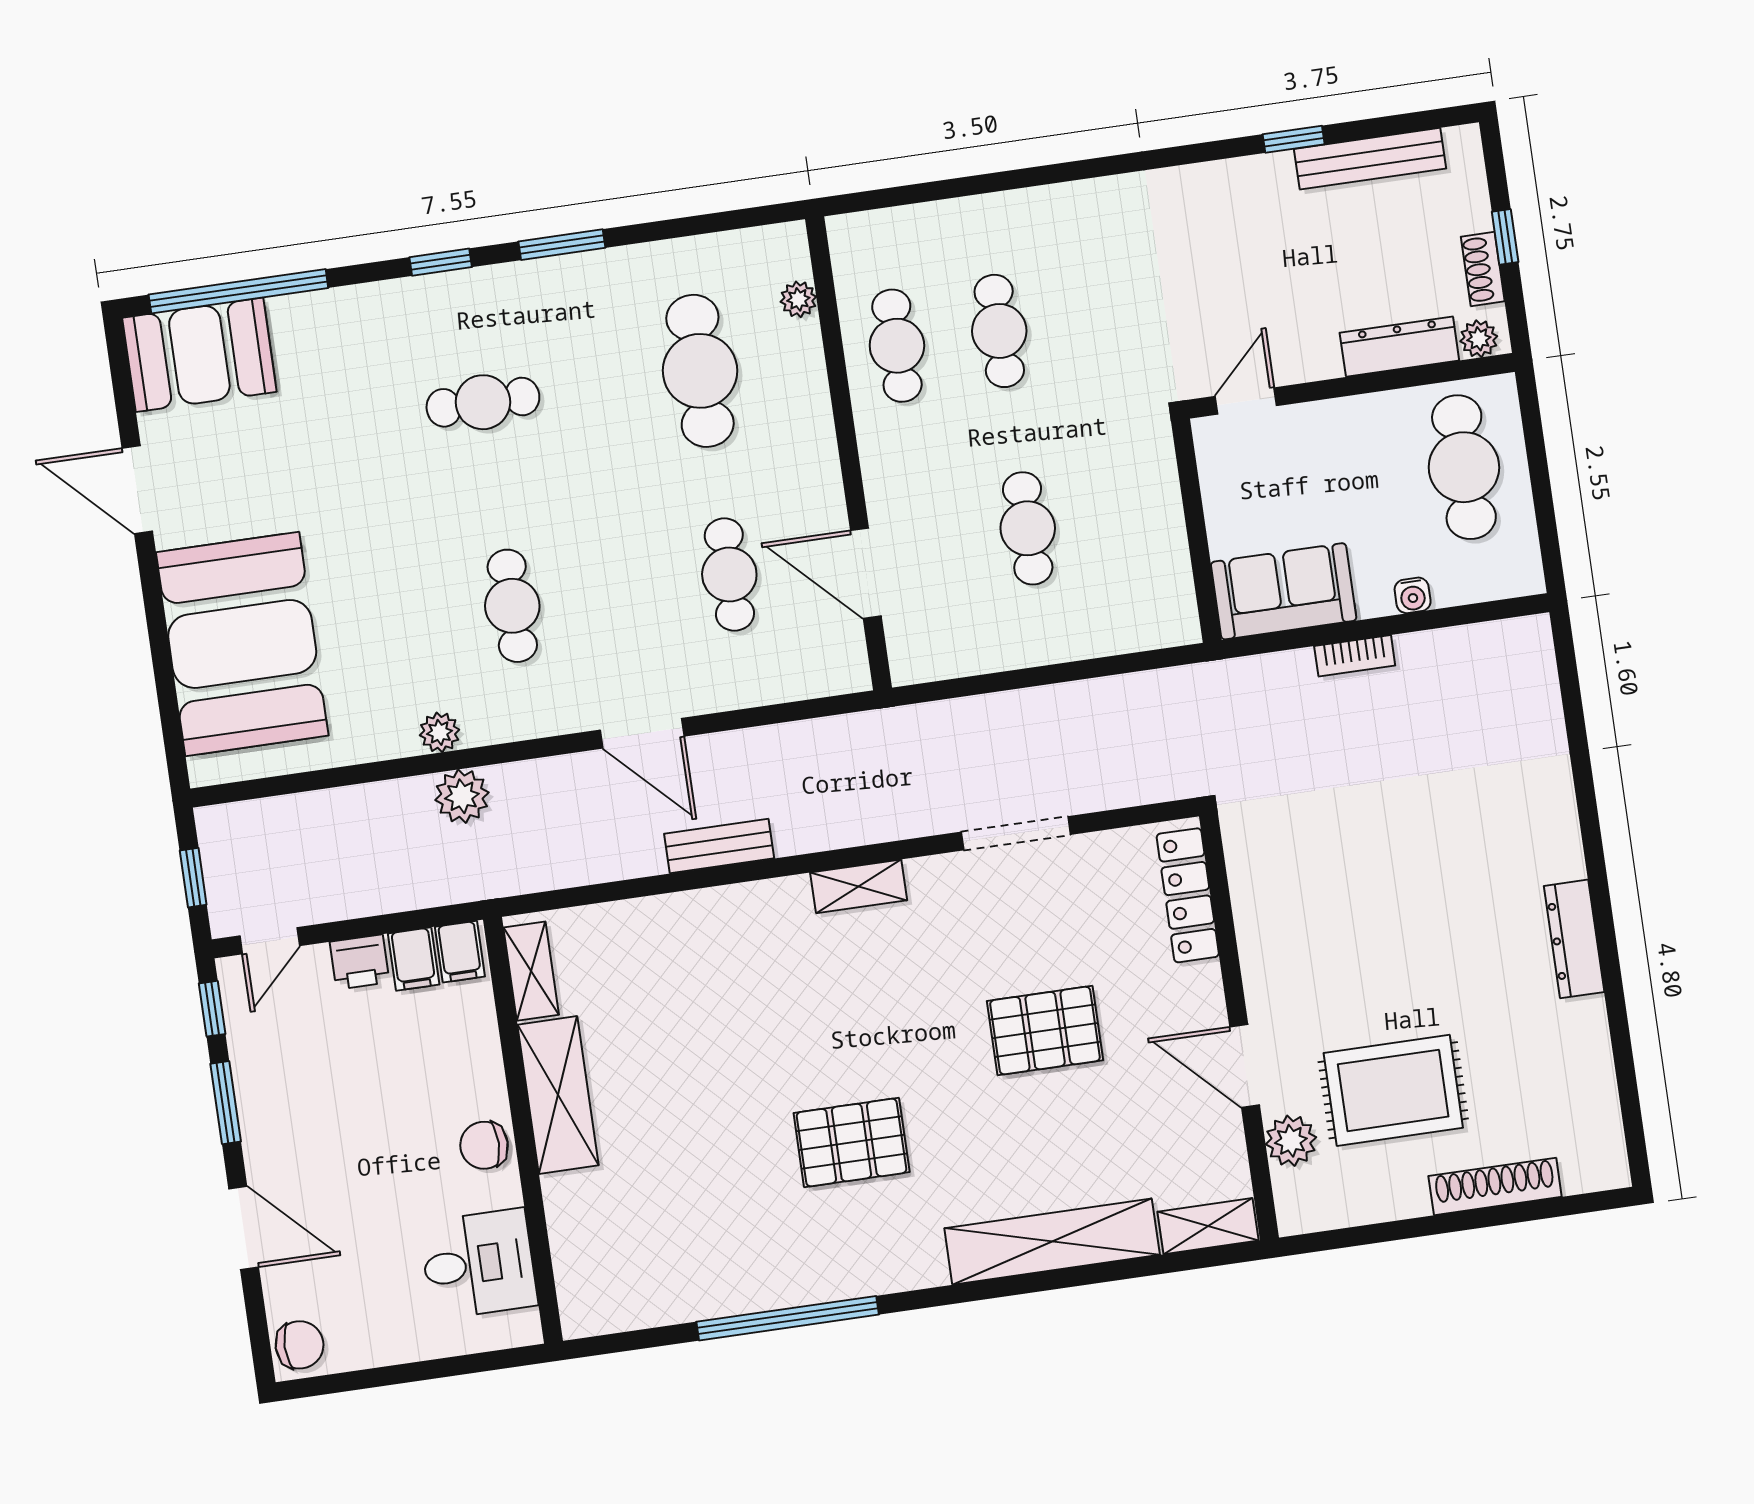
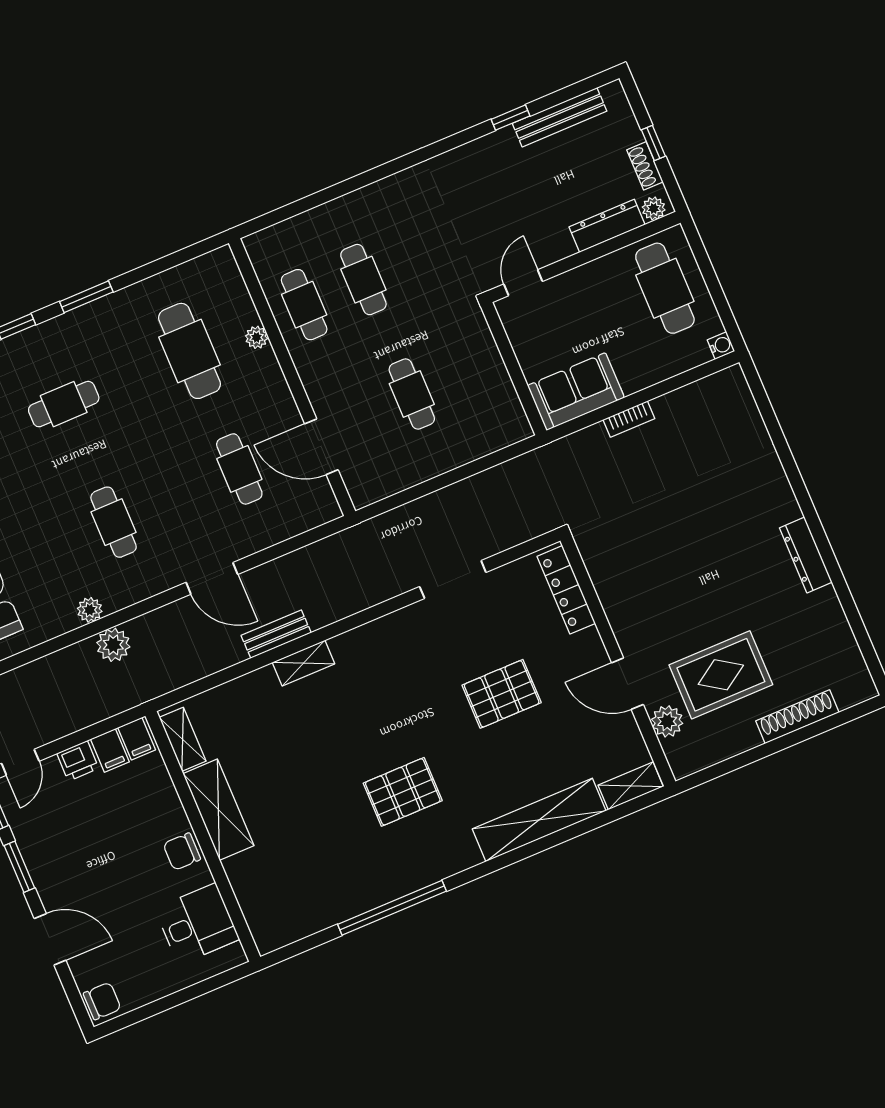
plant: (798, 299) -> (256, 337), moved
water cooler: (1413, 595) -> (721, 345), moved, turned -90
shelving: (859, 886) -> (303, 663), moved

